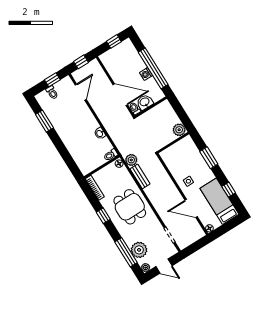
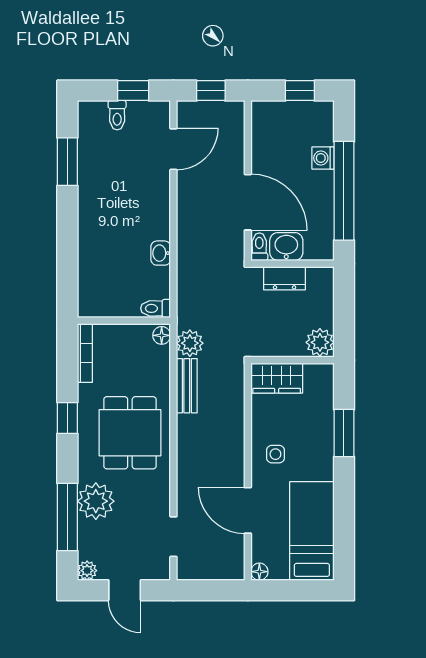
washing machine: (146, 74) -> (323, 158), moved
dresser: (151, 114) -> (285, 278), added
wardrobe: (171, 153) -> (277, 378), added
window: (229, 190) -> (344, 519), removed
plant: (139, 250) -> (96, 501), moved

